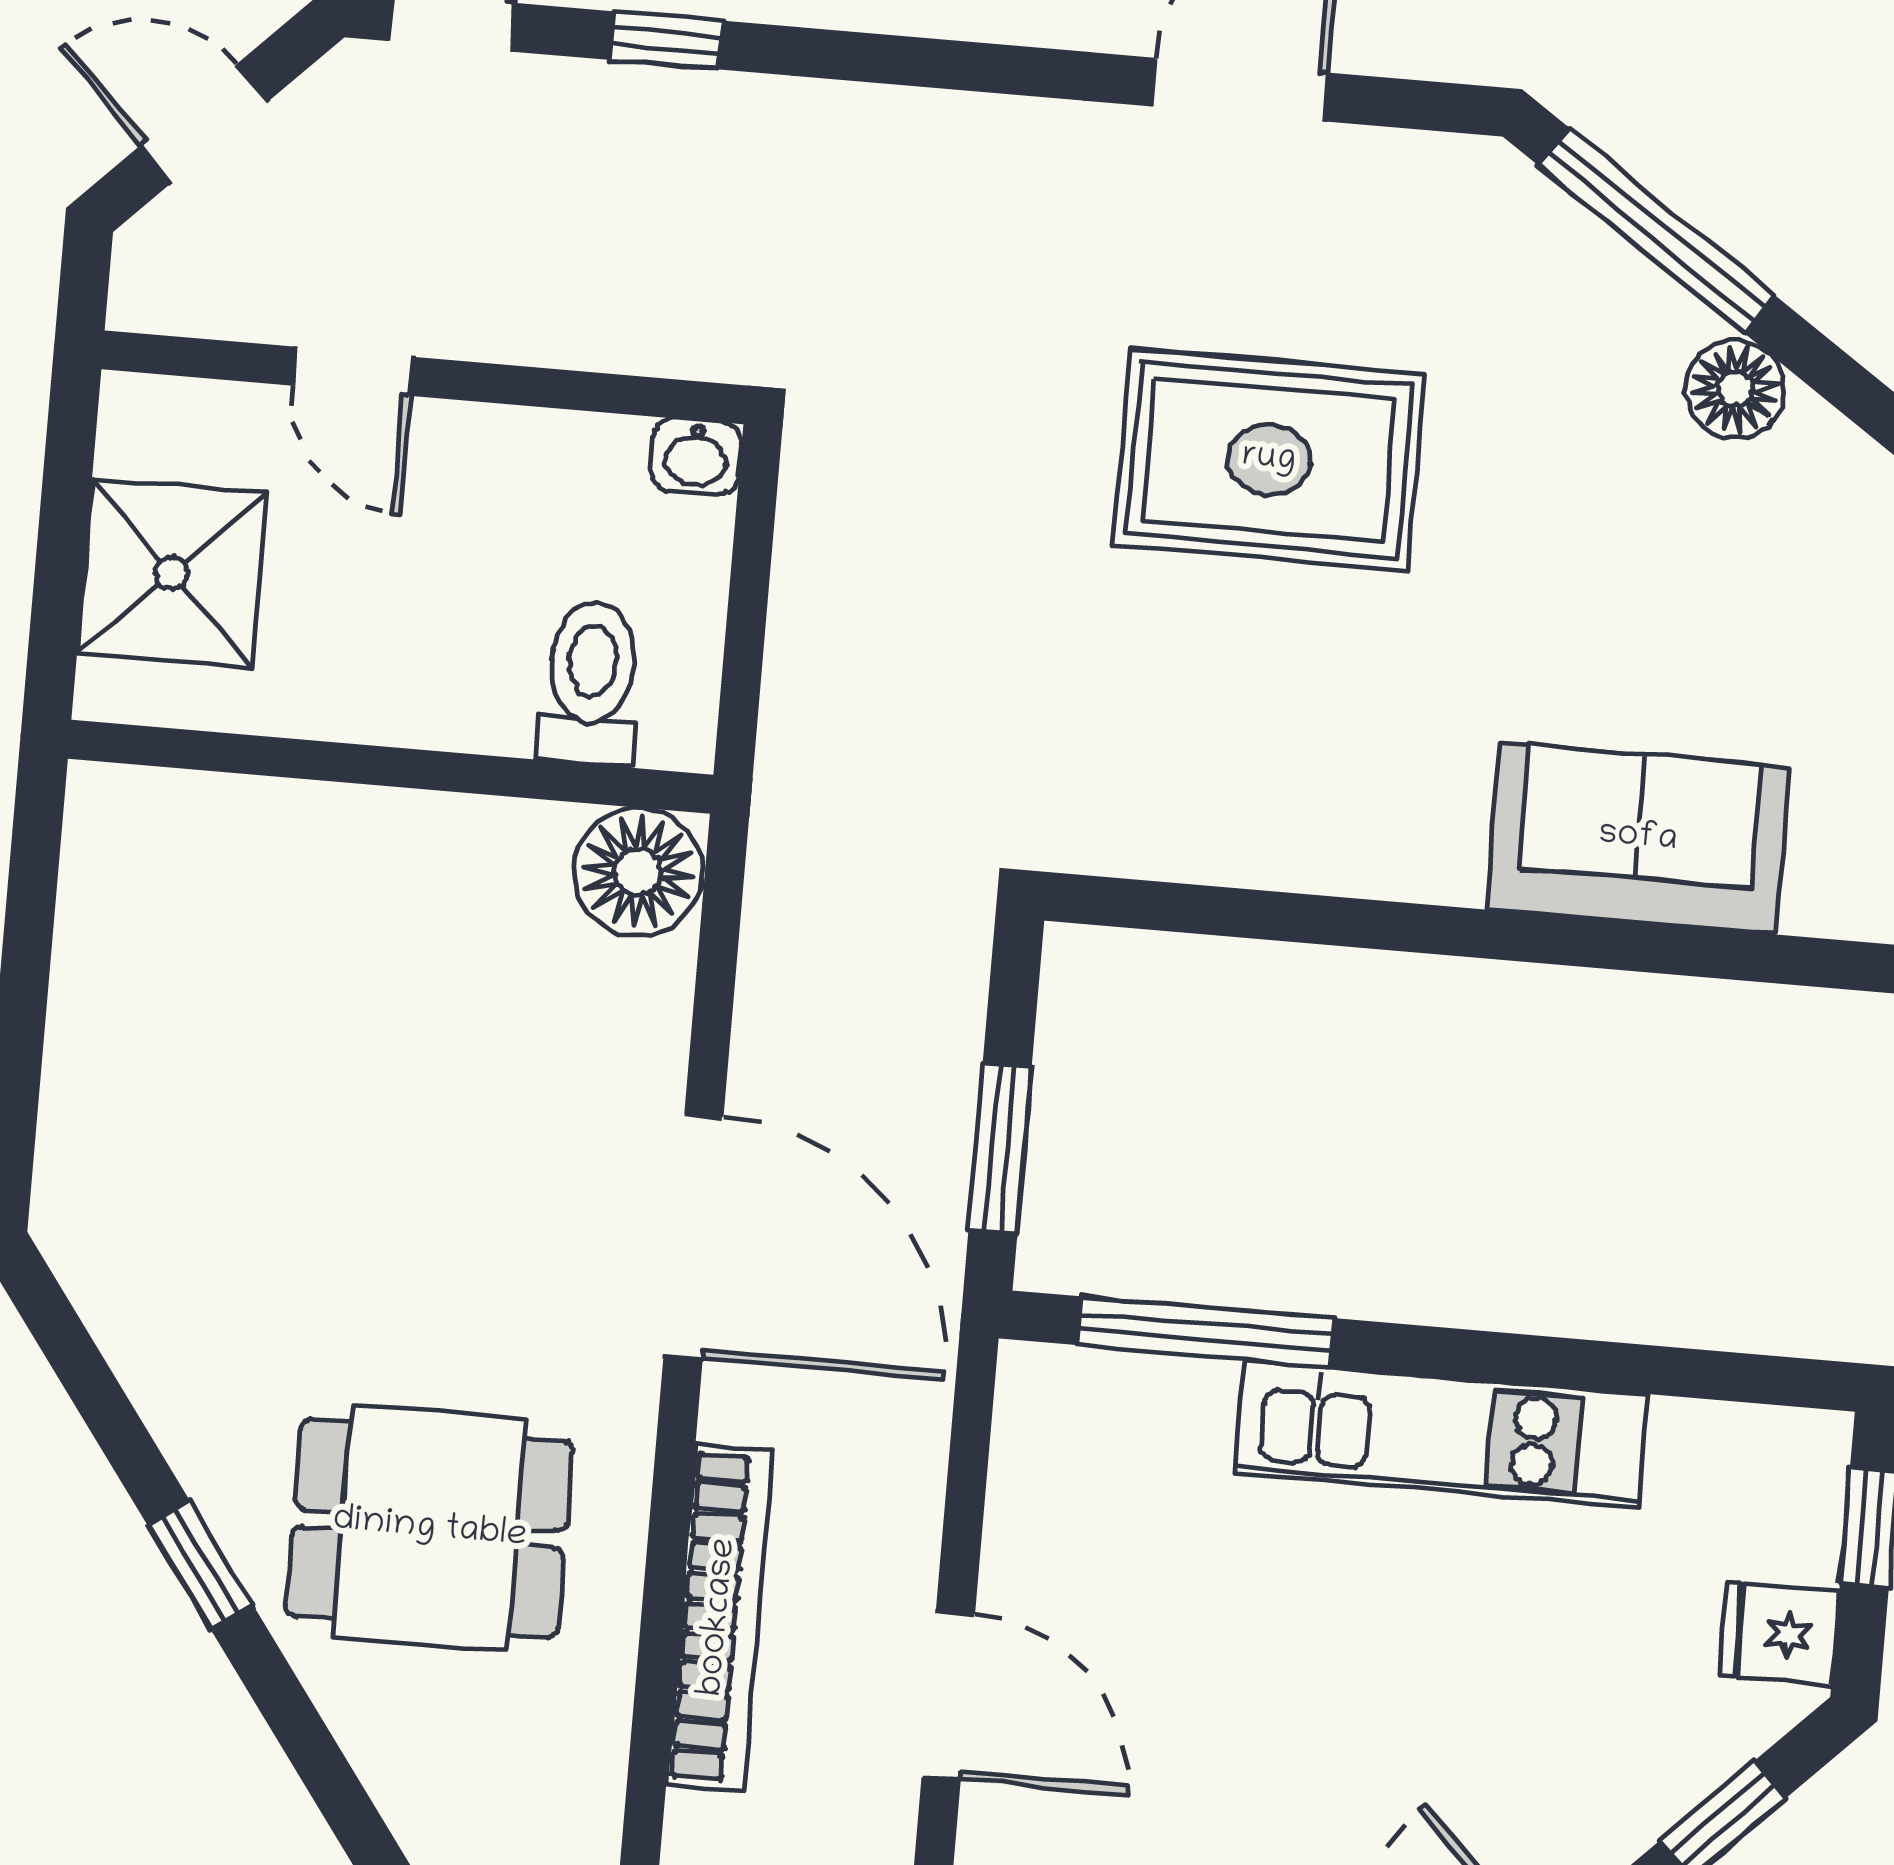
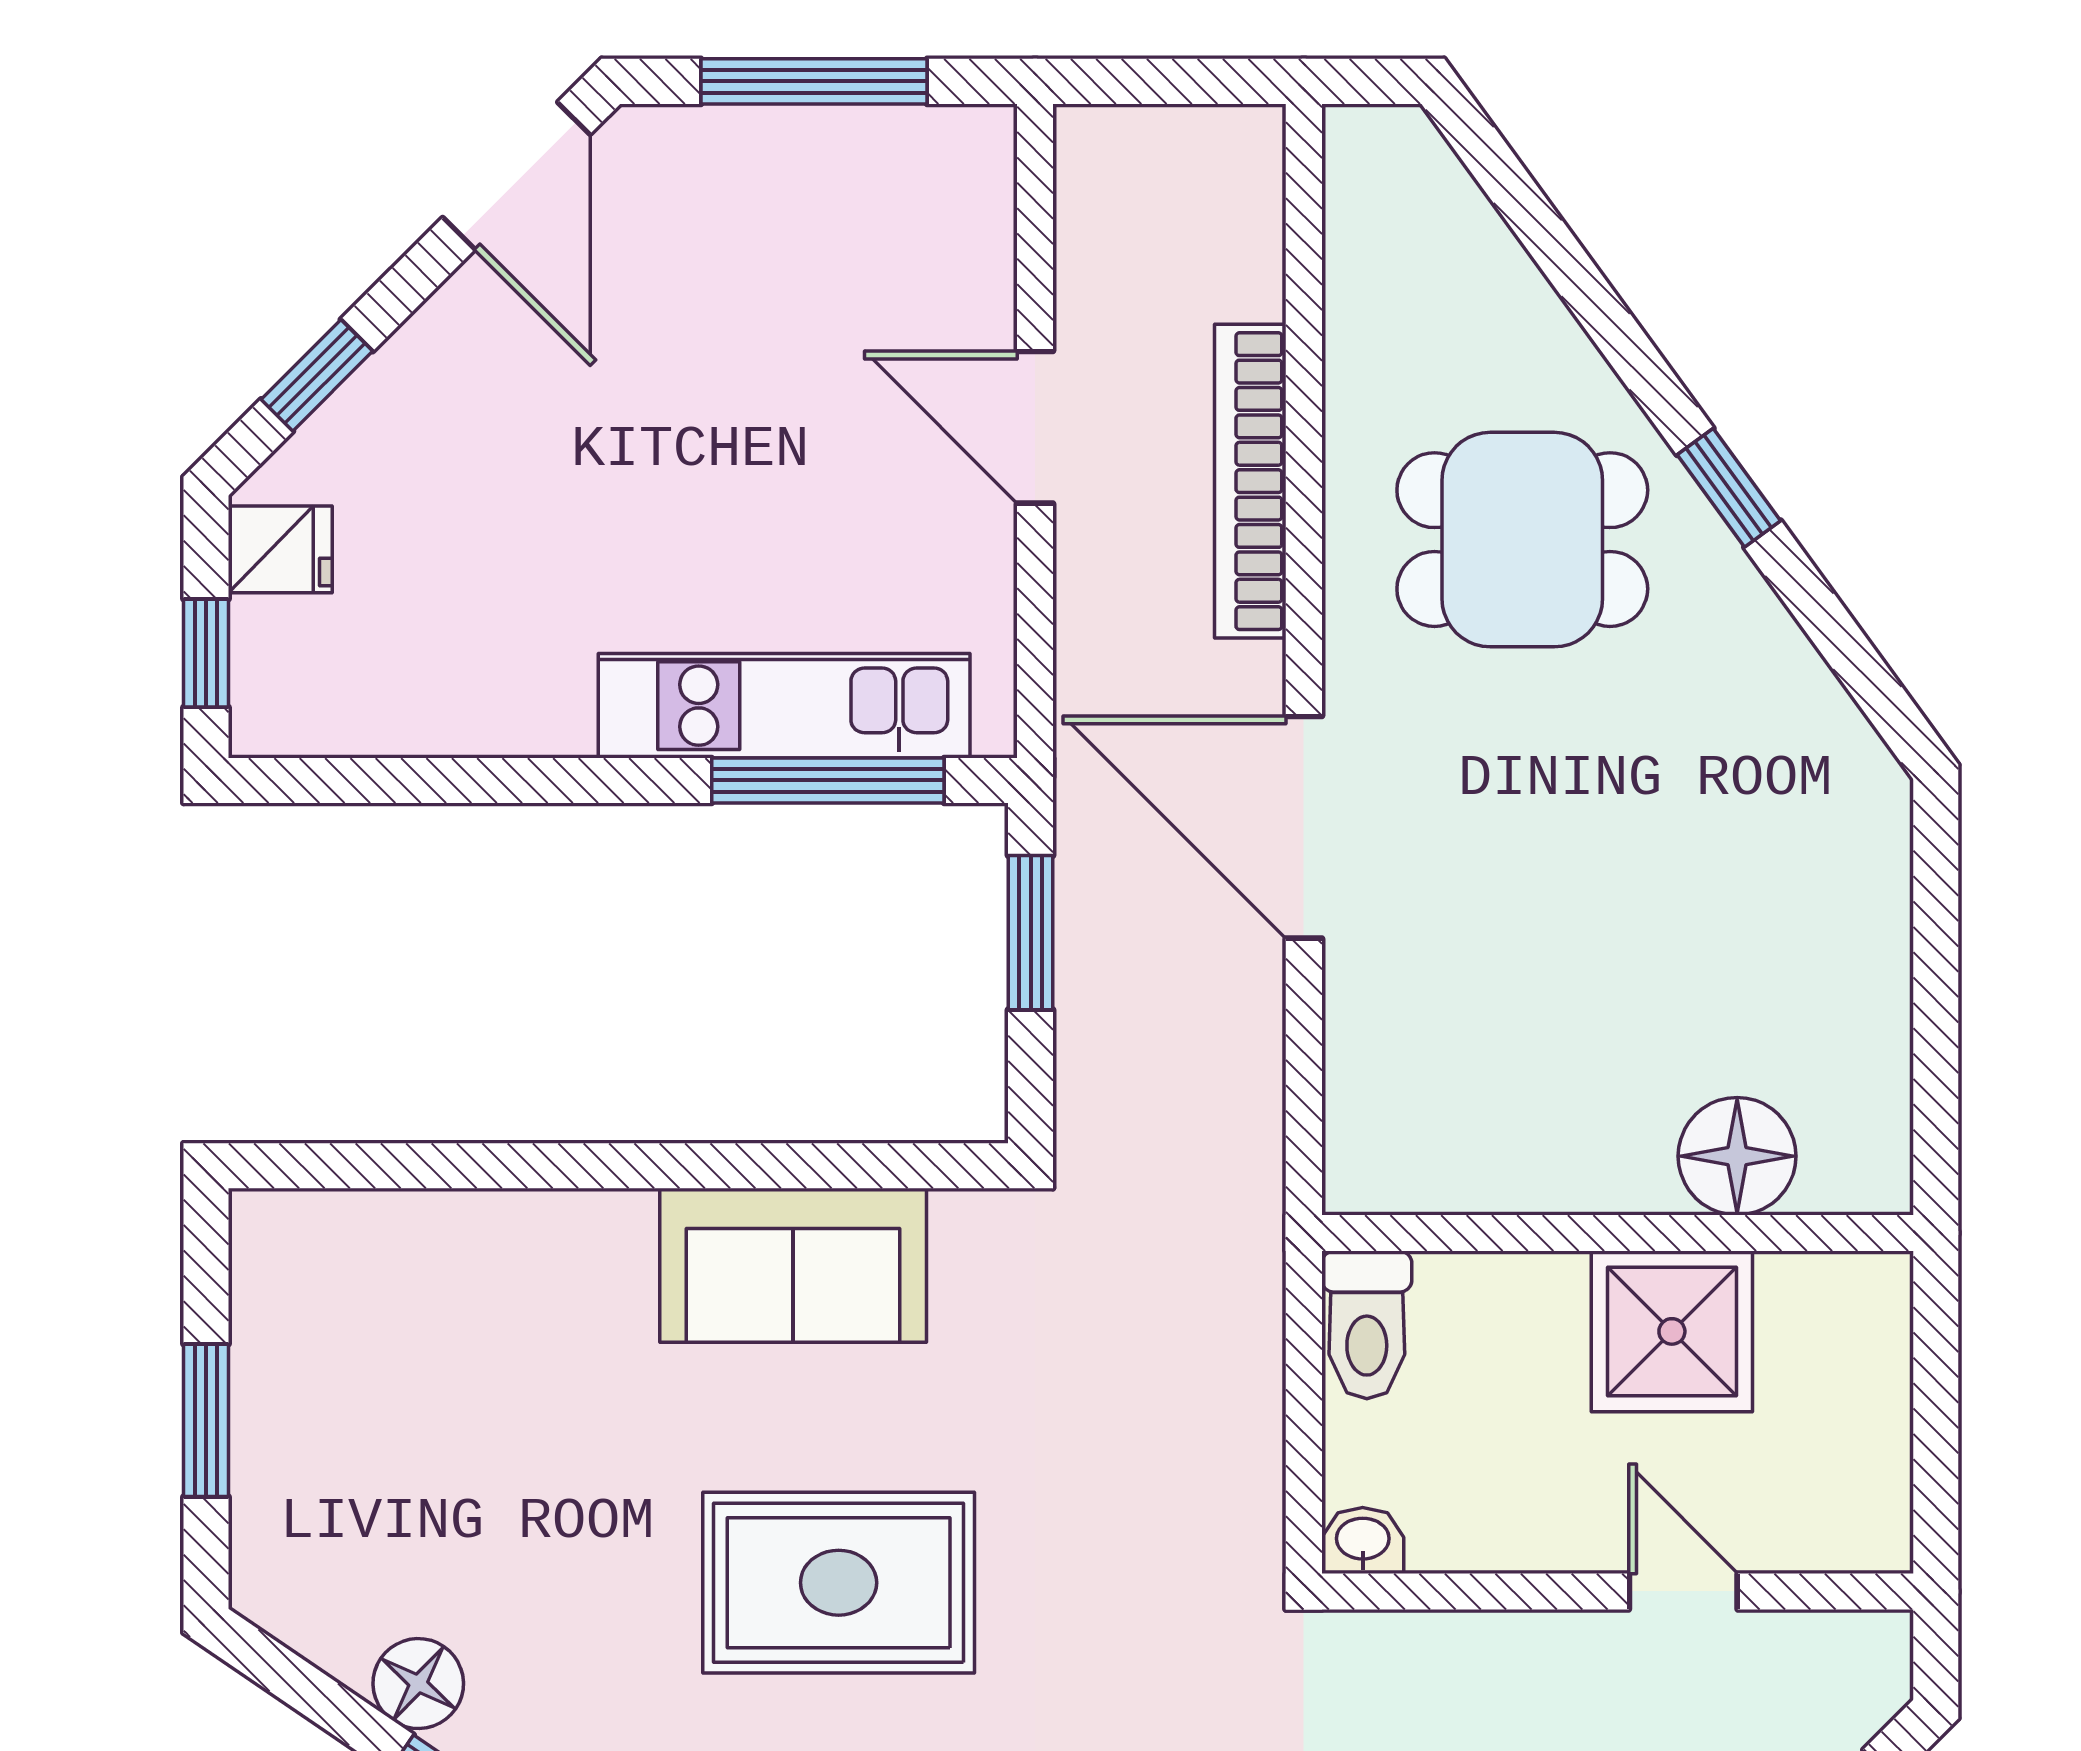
shower: (172, 573) -> (1672, 1331), moved
toilet: (591, 683) -> (1367, 1325), moved
sofa: (1638, 838) -> (793, 1265), moved
floor lamp: (638, 872) -> (1737, 1156), moved
kitchen unit: (1441, 1434) -> (784, 706), moved

